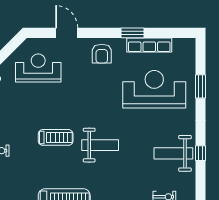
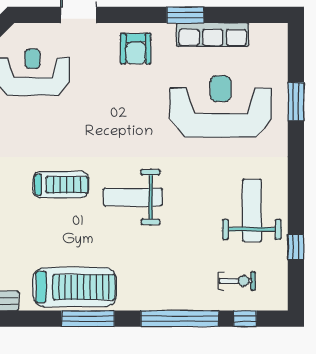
weight bench: (100, 145) -> (133, 197), turned 180
weight bench: (173, 153) -> (252, 210), turned 90
window: (201, 153) -> (296, 247), moved

